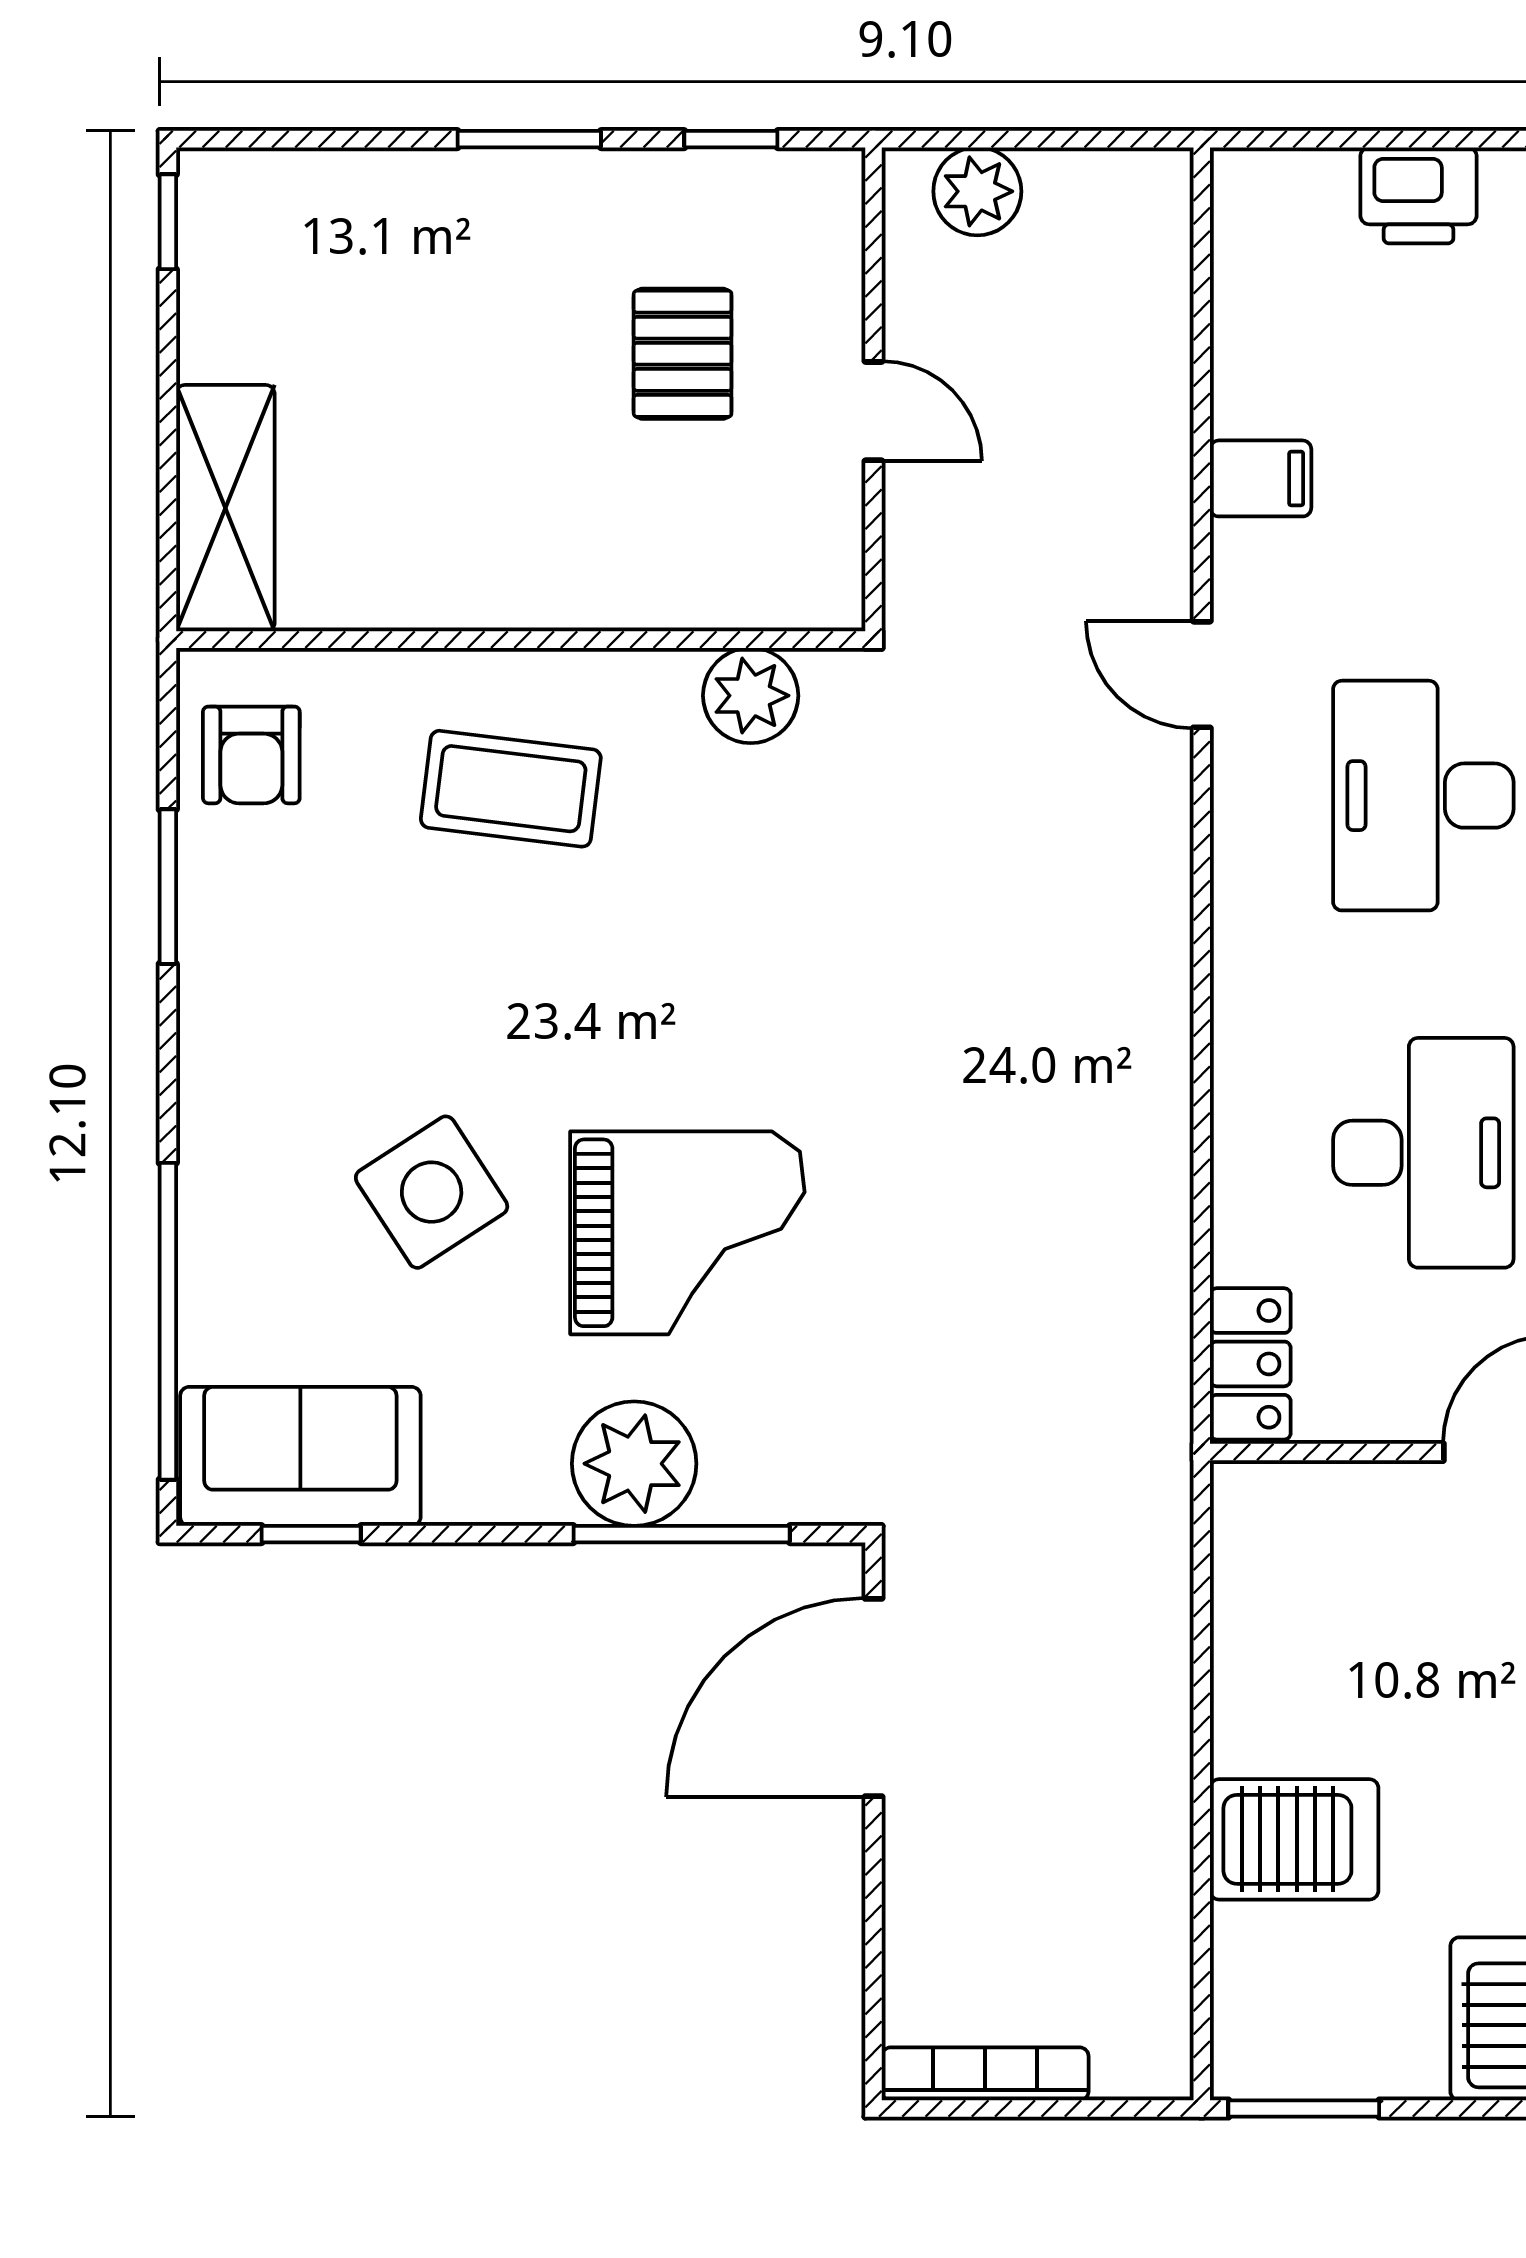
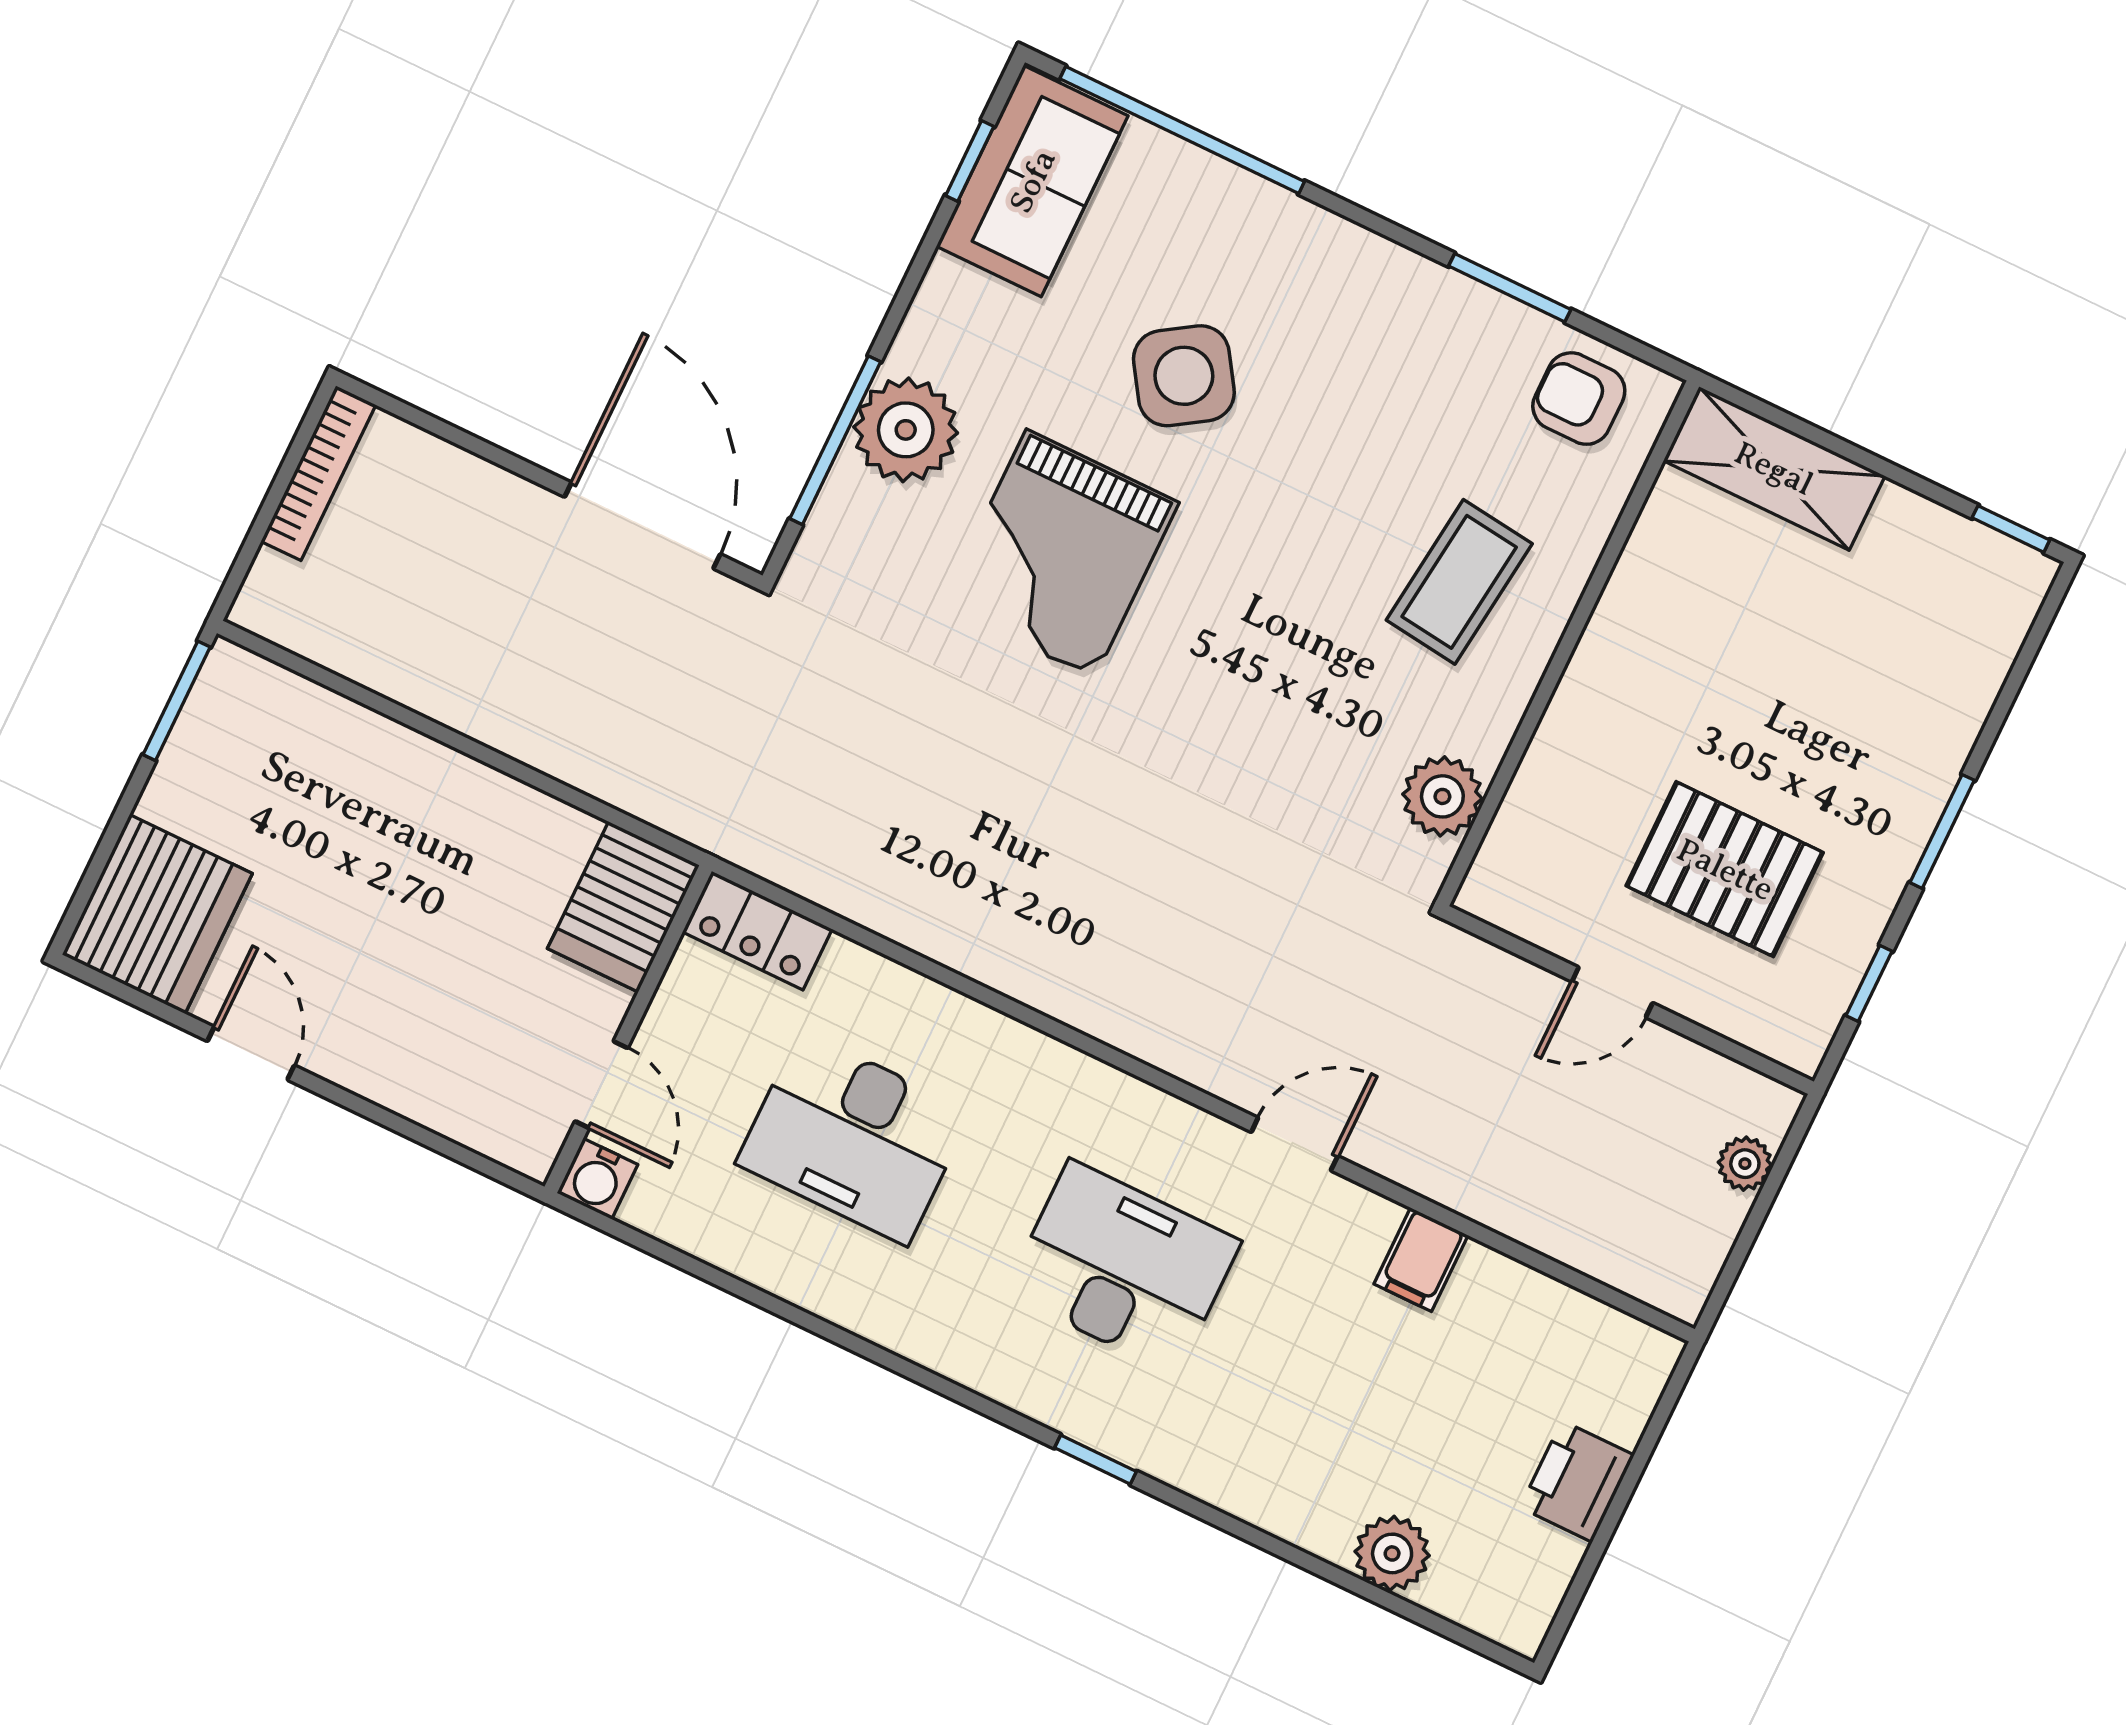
plant: (977, 191) -> (1745, 1164), width x0.73, depth x0.73
pallet: (683, 354) -> (1725, 869), width x1.50, depth x1.42
server rack: (1294, 1839) -> (623, 907), moved

